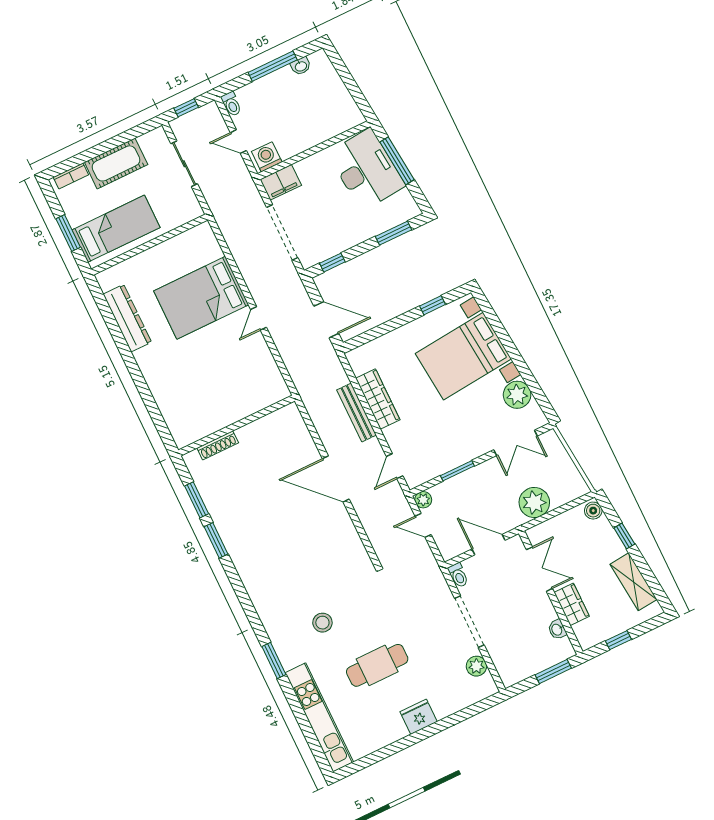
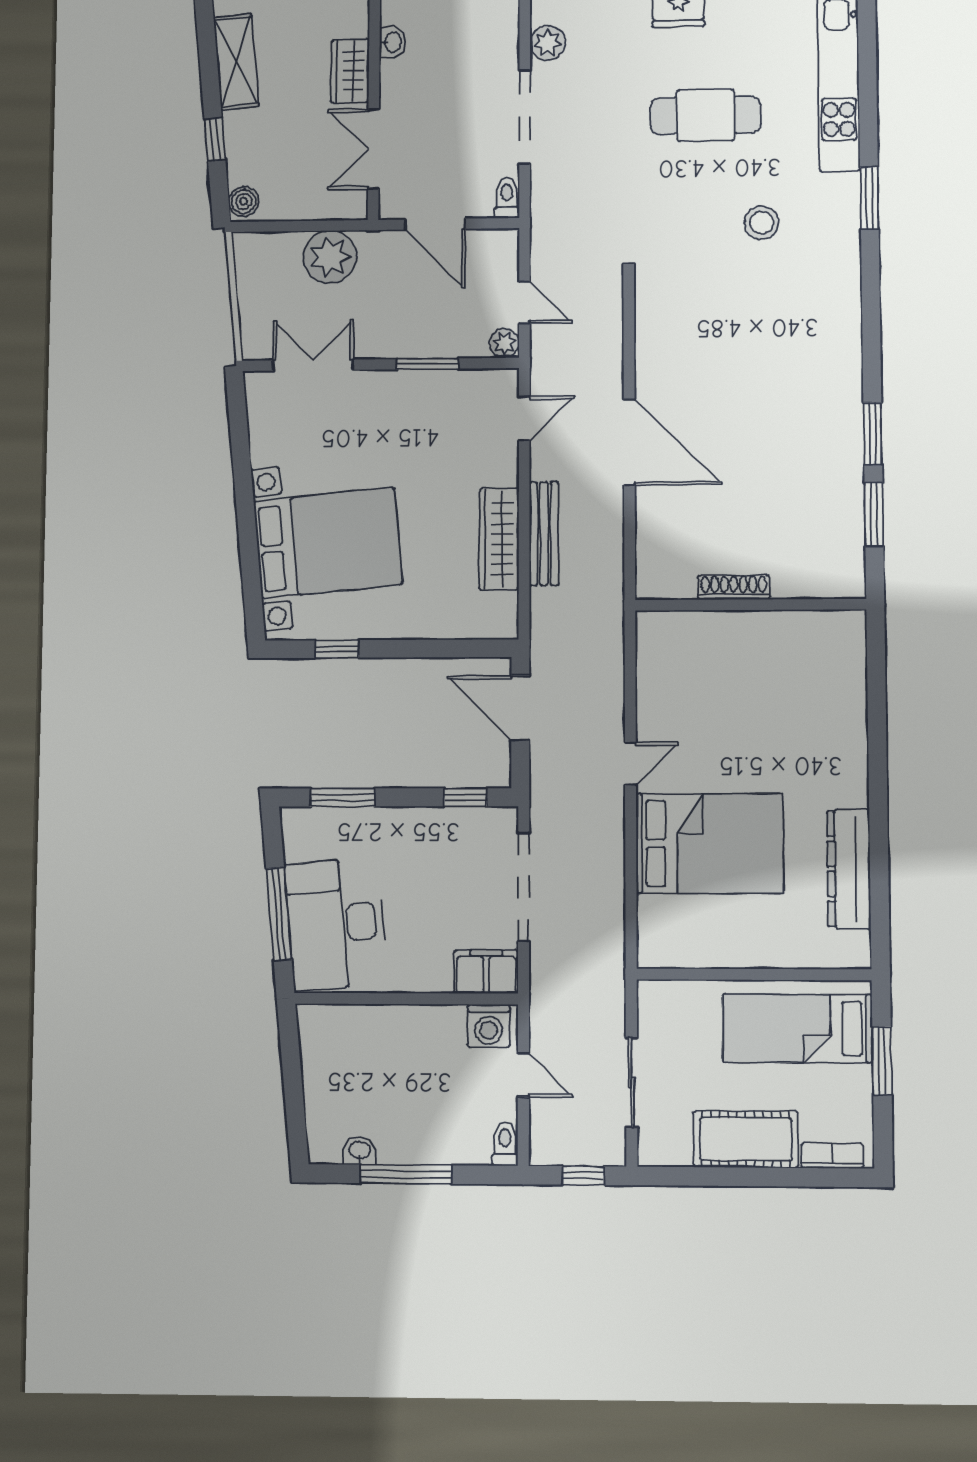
plant: (517, 395) -> (273, 440), removed
shoe rack: (218, 445) -> (734, 587), moved

